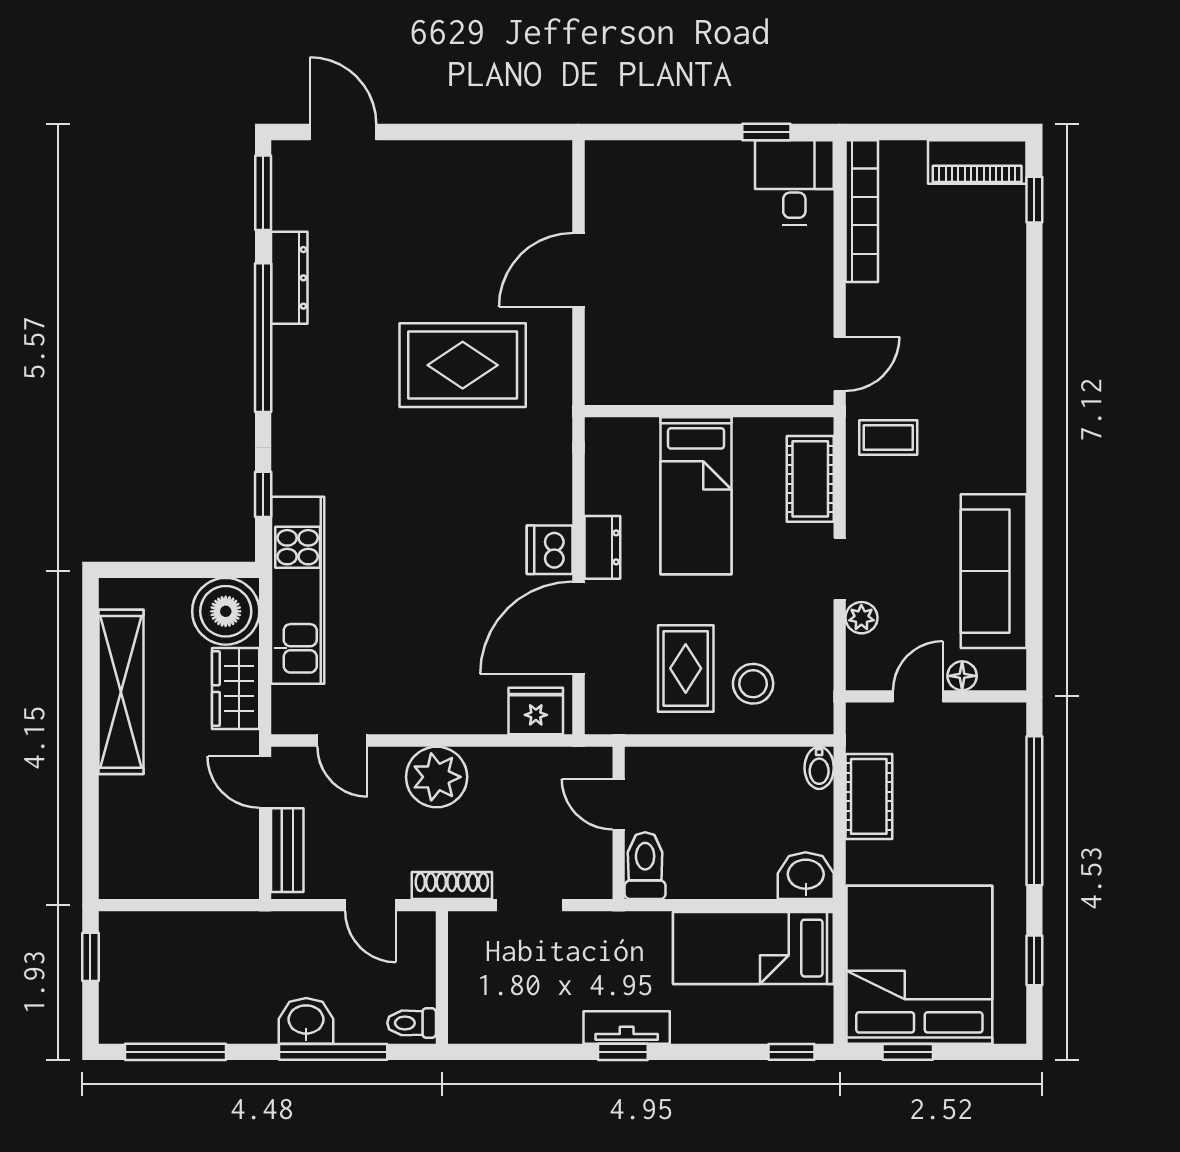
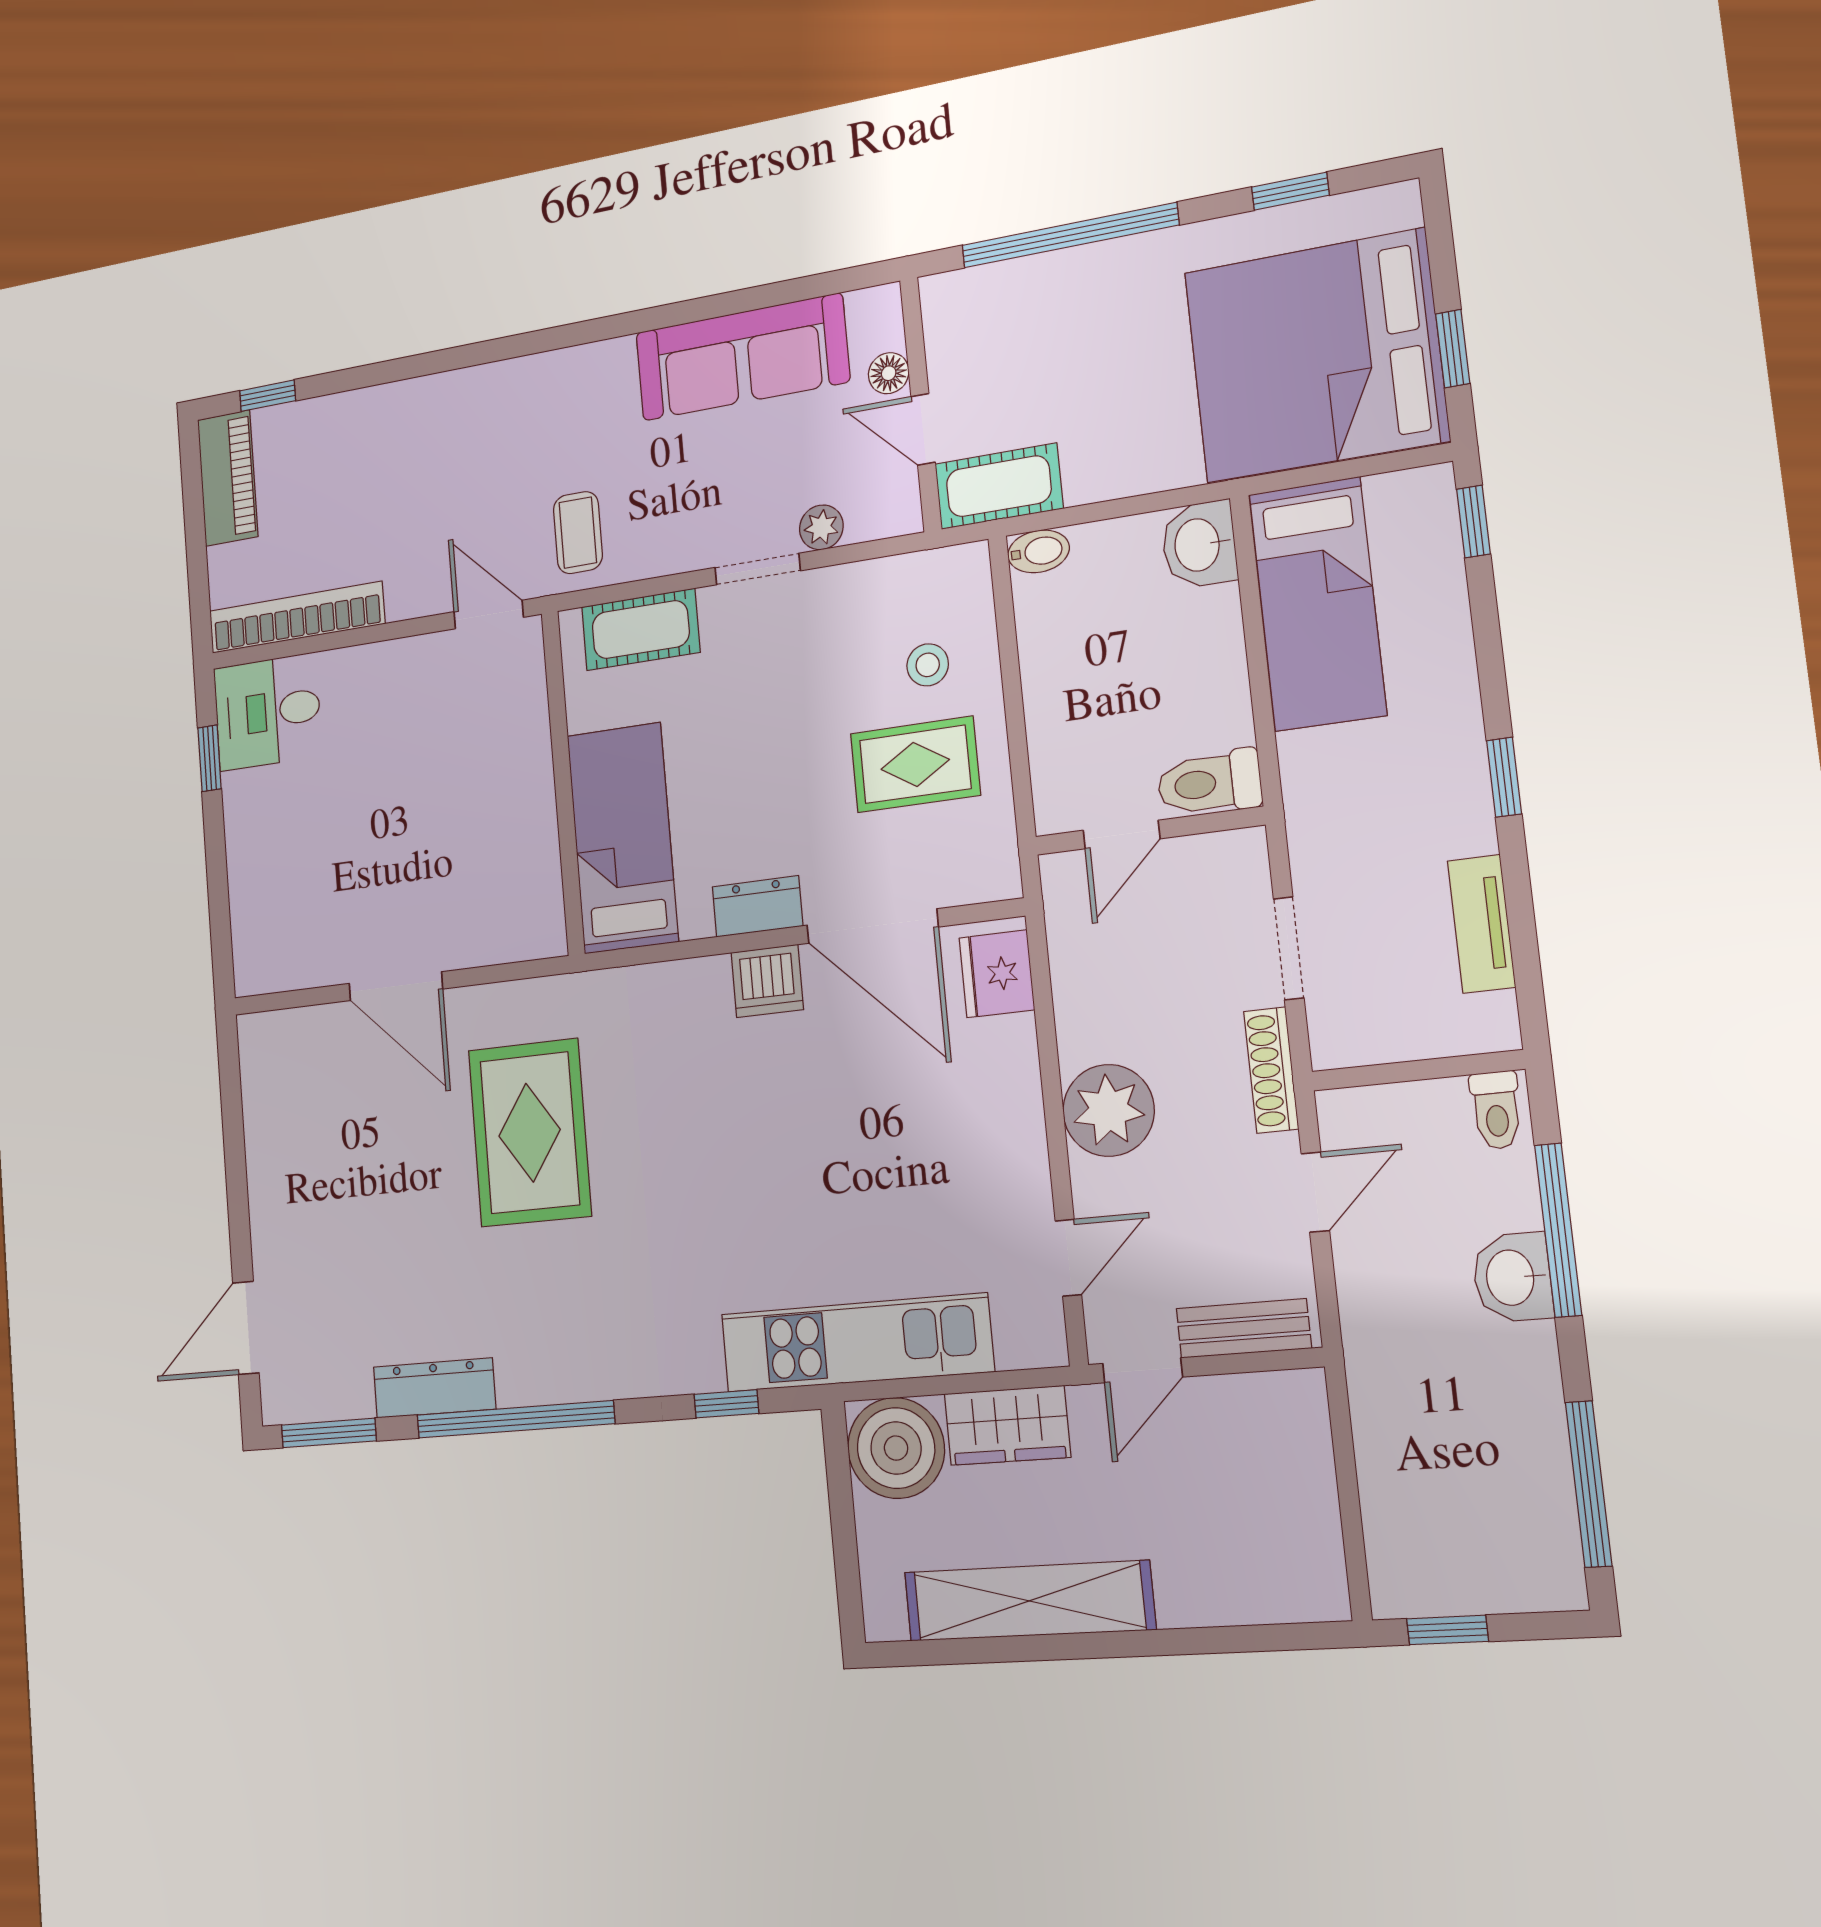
bed: (696, 496) -> (623, 838), moved, turned -90
stool: (753, 684) -> (928, 665), width x0.73, depth x0.73
cot: (869, 796) -> (999, 486), moved
tv unit: (627, 1027) -> (1481, 924), moved

